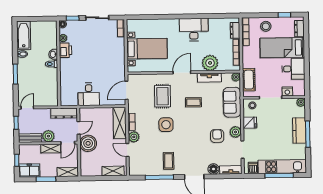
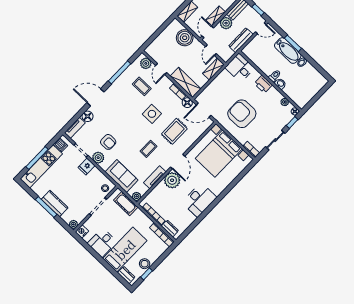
stool: (266, 26) -> (145, 264), moved
bathtub: (24, 35) -> (288, 51), moved
bed with nightstands: (147, 49) -> (219, 154), width x1.36
printer: (65, 50) -> (263, 84), moved
armchair: (102, 60) -> (242, 114), added
plant: (210, 63) -> (172, 180), moved
door: (127, 90) -> (204, 110), swing flipped
nightstand: (287, 91) -> (82, 231), moved
desk: (89, 94) -> (240, 68), moved
rug: (162, 96) -> (174, 131), turned 90
floor lamp: (133, 107) -> (187, 103), added
door: (27, 108) -> (261, 28), hinge flipped
dresser: (64, 113) -> (241, 40), moved
fridge: (250, 123) -> (86, 166), moved
plant: (134, 137) -> (146, 63), moved
boiler: (88, 143) -> (185, 38), moved
door: (127, 150) -> (161, 69), swing flipped
coffee table: (169, 161) -> (142, 86), moved
shelving: (113, 171) -> (213, 69), moved

